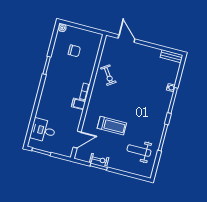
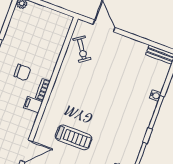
chair: (74, 51) -> (22, 72), moved
exercise bike: (108, 75) -> (82, 49), moved

